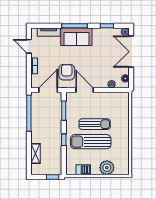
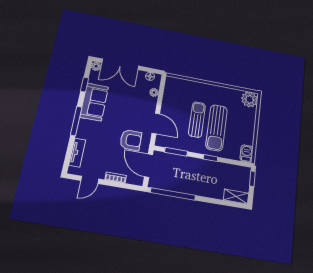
sofa: (76, 37) -> (94, 102), moved
armchair: (67, 72) -> (131, 140), turned 180
door: (85, 90) -> (156, 123), swing flipped
shelving: (36, 153) -> (236, 196), moved
plant: (107, 168) -> (250, 99), moved
barbecue: (83, 170) -> (246, 154), moved

